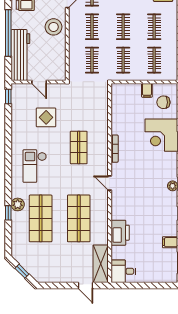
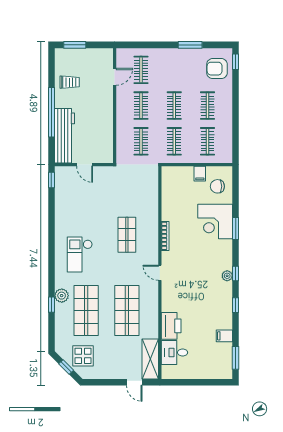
stool: (54, 27) -> (100, 106), removed
display table: (46, 117) -> (83, 356), moved
desk: (123, 271) -> (174, 353), moved

